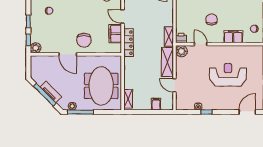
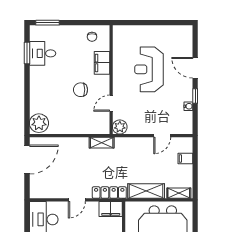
filing cabinet: (115, 34) -> (111, 209), moved
printer: (181, 38) -> (104, 127), removed
shelving: (167, 62) -> (146, 191), moved
door: (247, 112) -> (195, 68), moved

